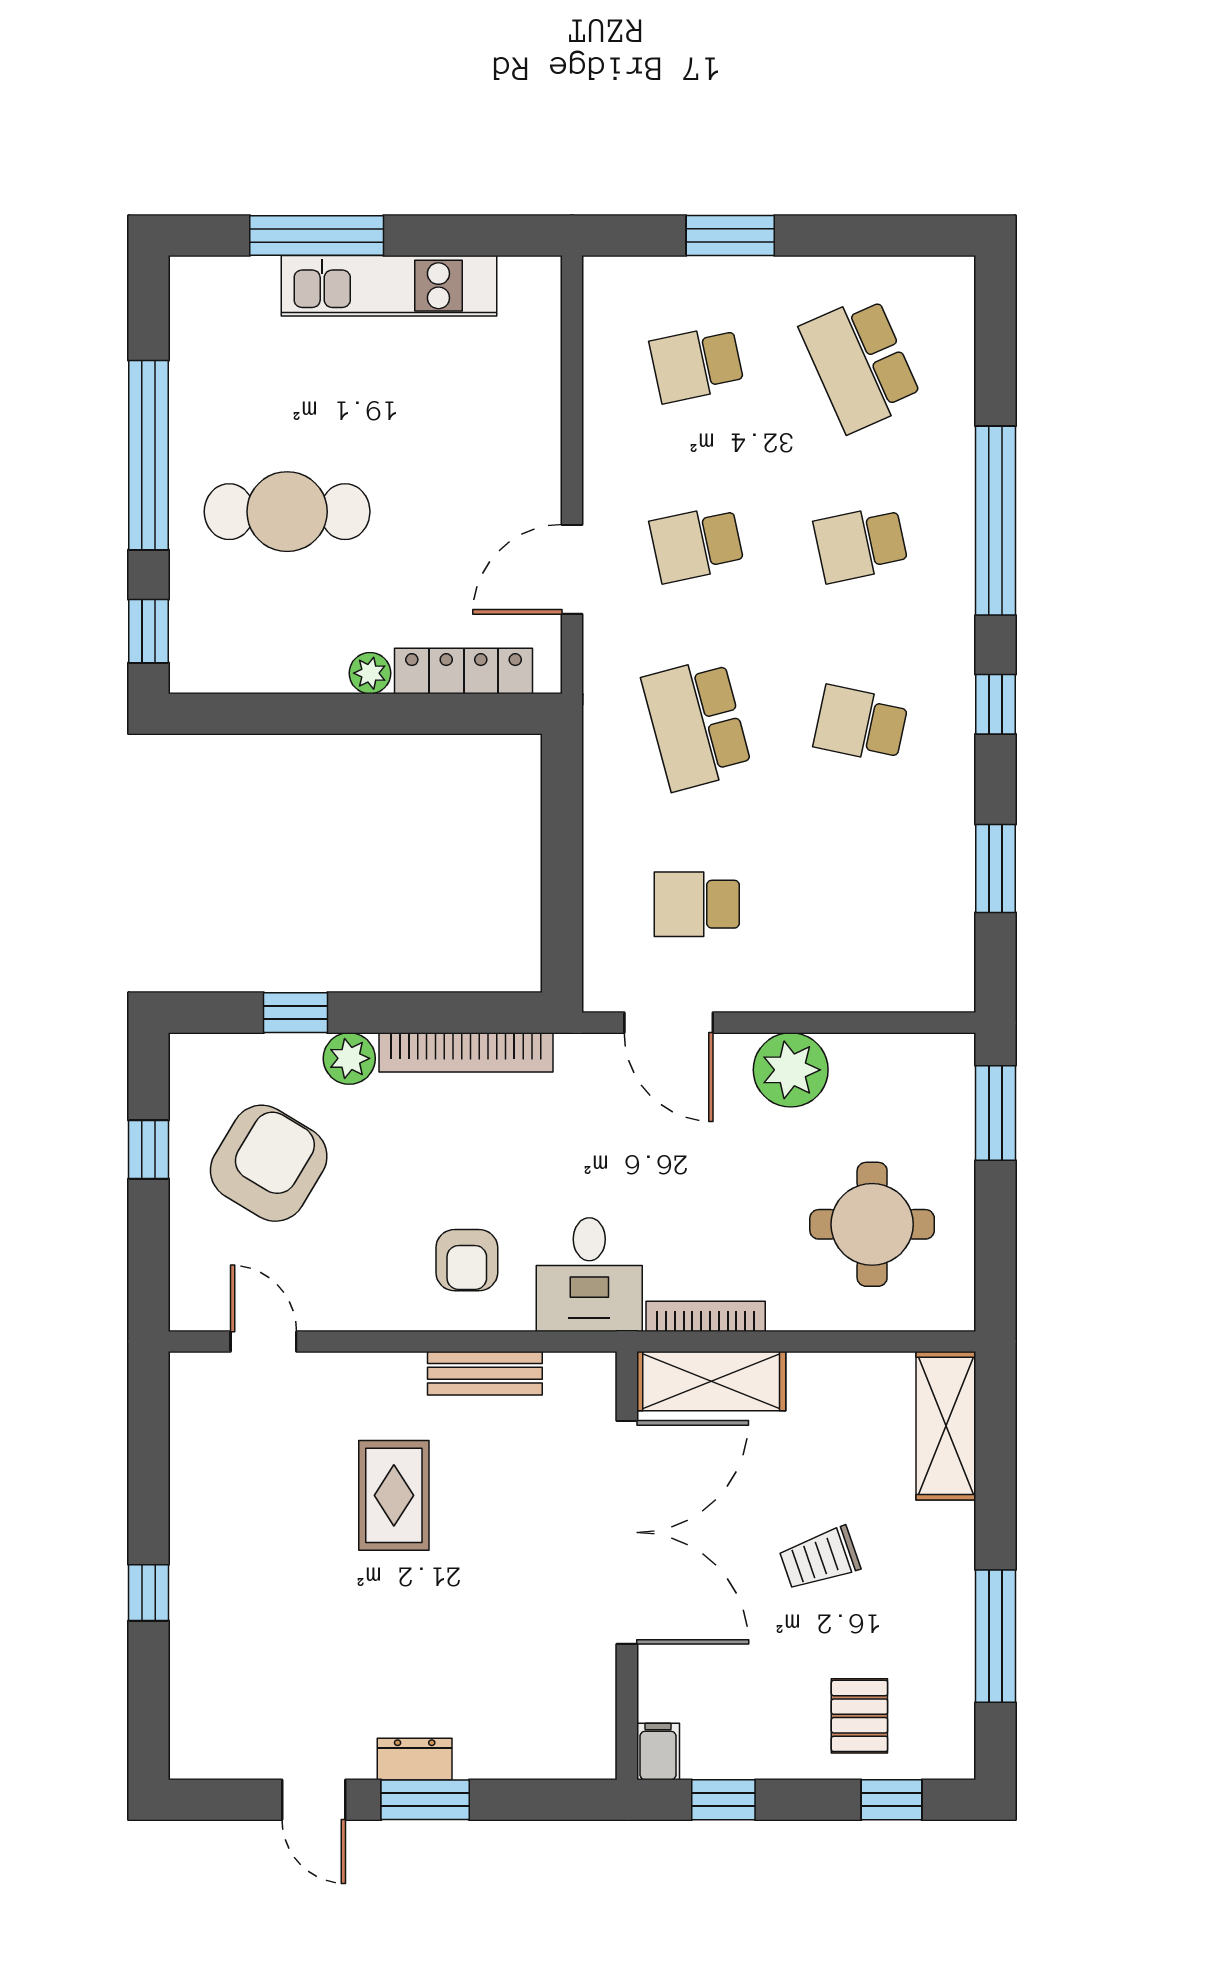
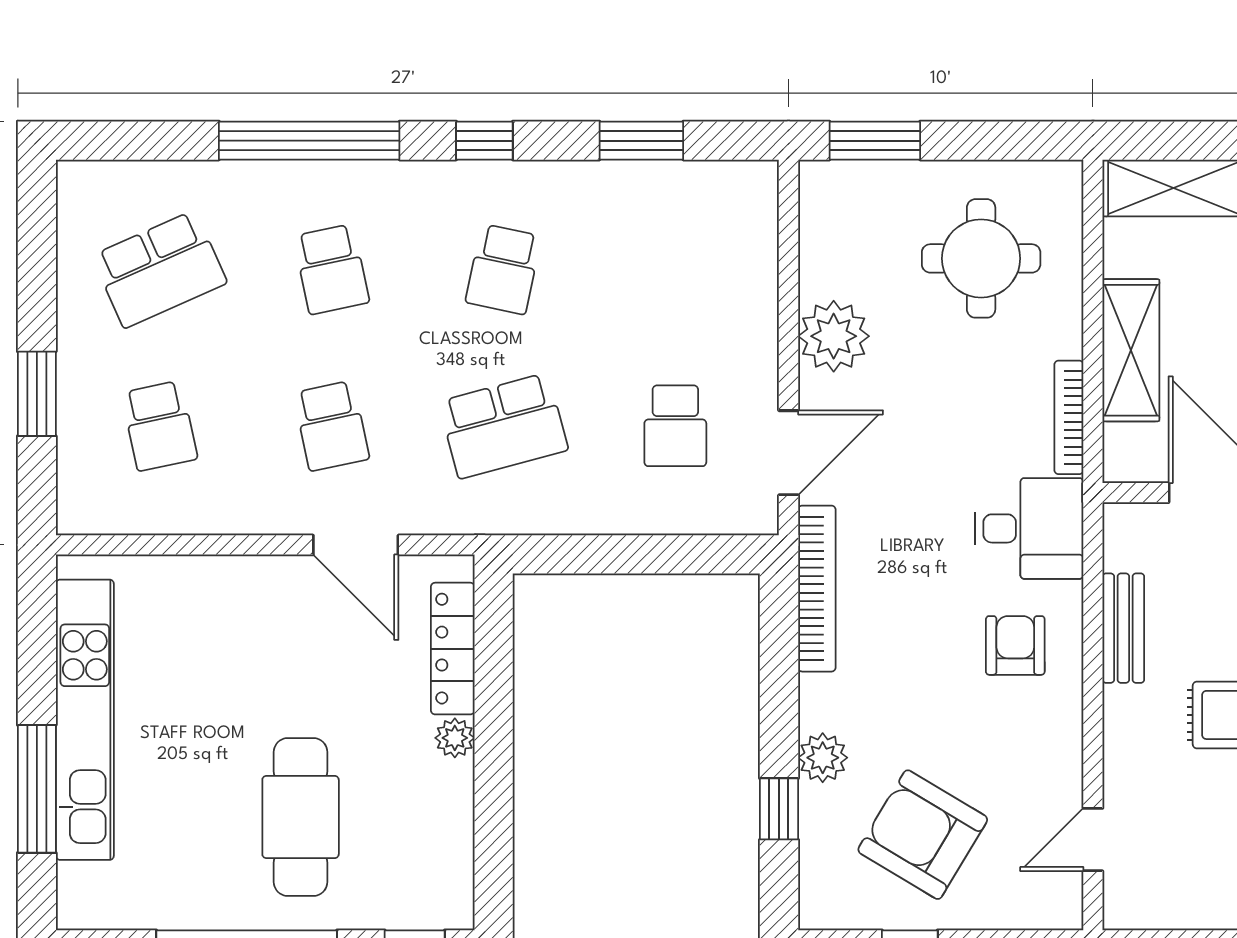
kitchen unit: (389, 286) -> (85, 720), width x1.36
bookcase: (466, 1052) -> (817, 589), moved
armchair: (467, 1260) -> (1015, 645), turned -90
shelving: (711, 1381) -> (1131, 350), moved

